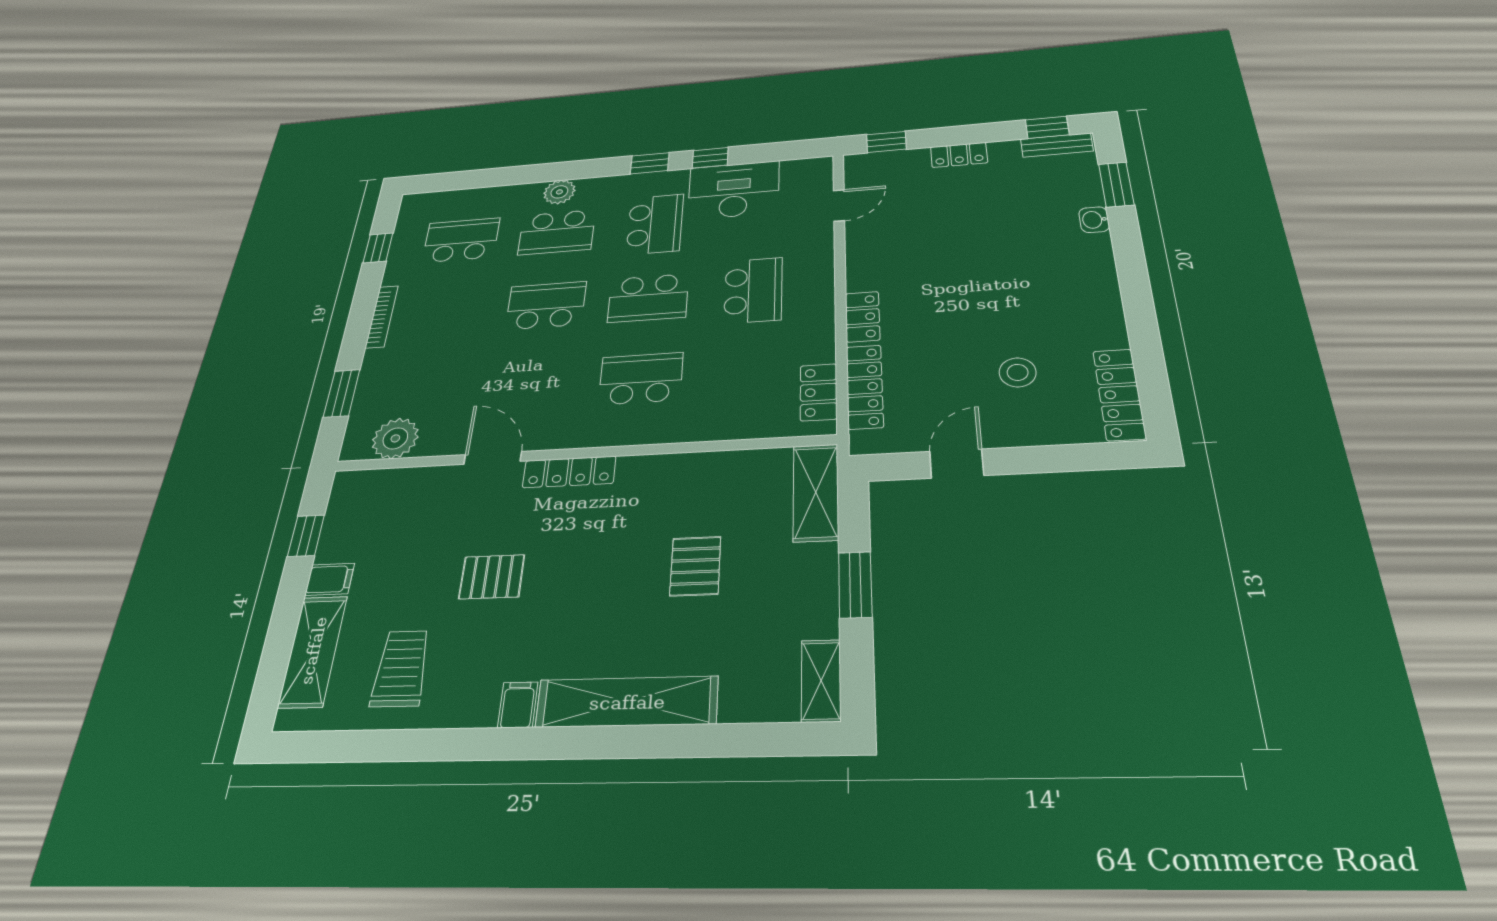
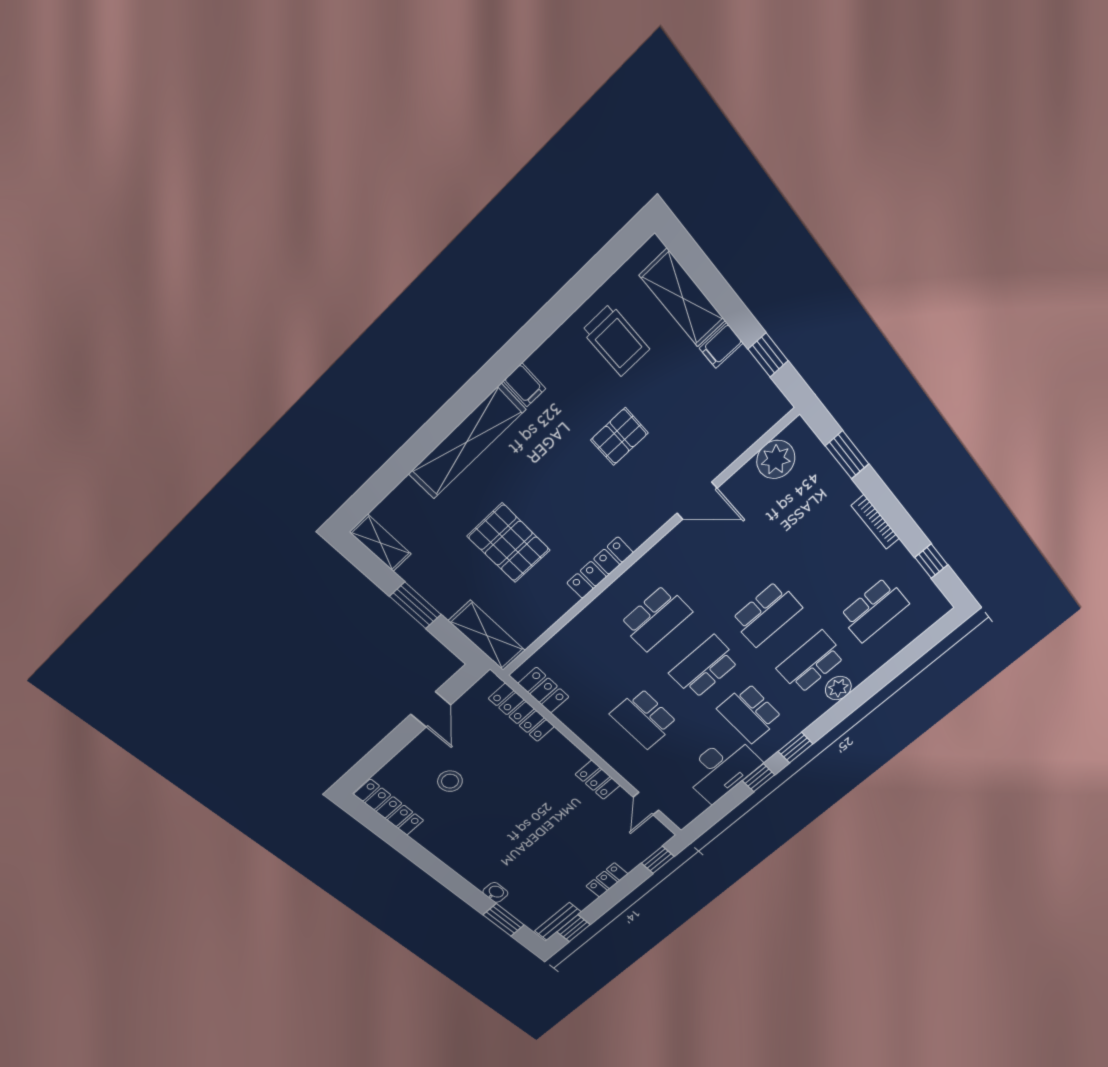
locker: (863, 317) -> (598, 780), moved
locker: (569, 472) -> (600, 568), moved
pallet: (695, 566) -> (509, 543), width x1.50, depth x1.42

